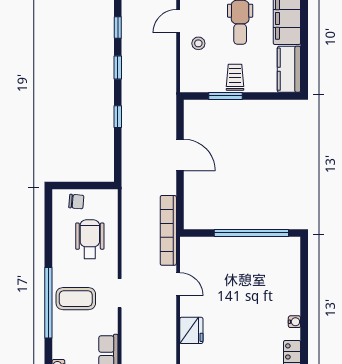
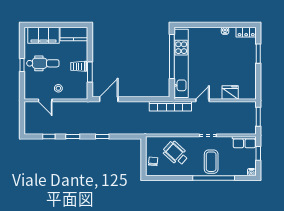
door: (180, 155) -> (109, 99), moved
wheelchair: (90, 239) -> (176, 153), turned 42
kitchen unit: (240, 248) -> (181, 63), added

